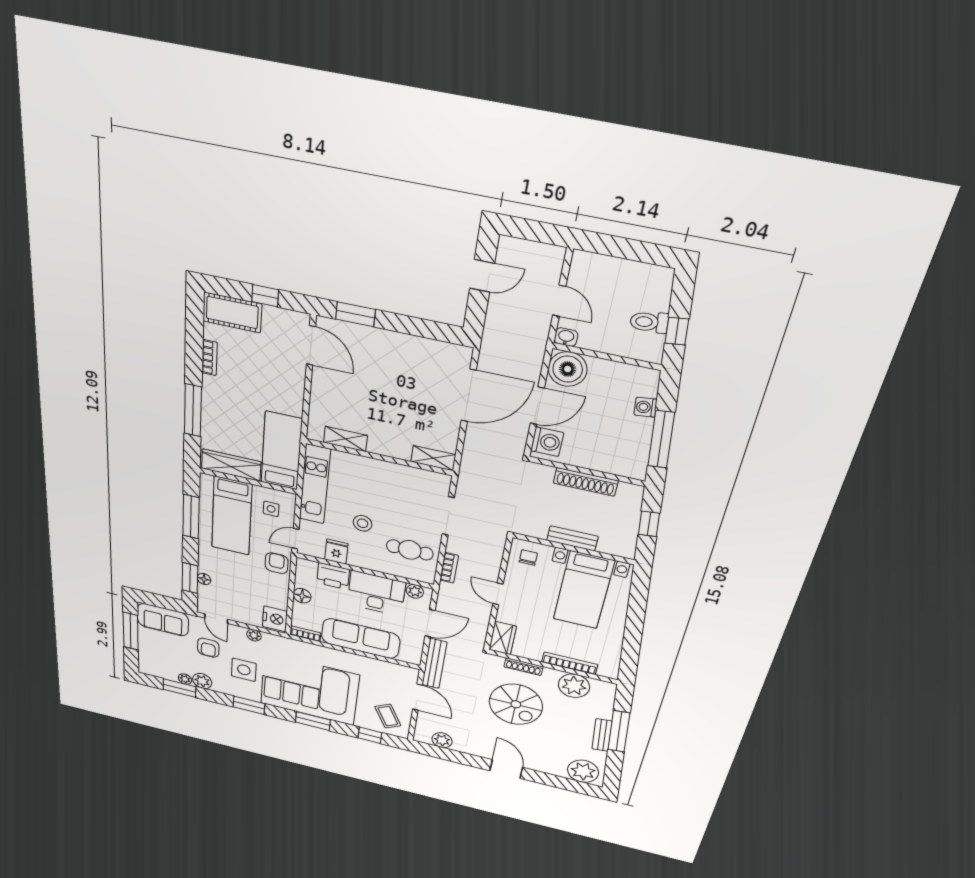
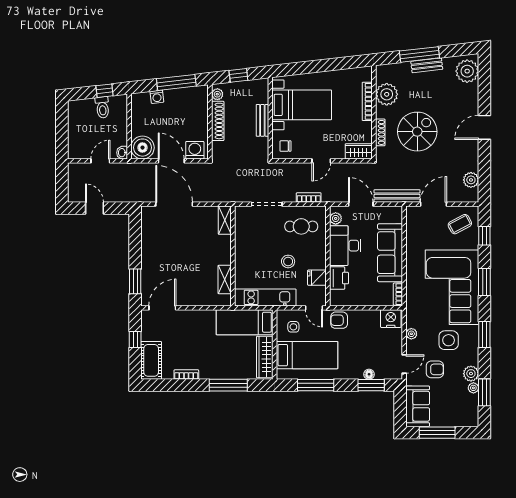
plant: (627, 490) -> (217, 94), added
cafe table: (410, 550) -> (301, 226), turned 90
floor lamp: (302, 596) -> (363, 299), removed

